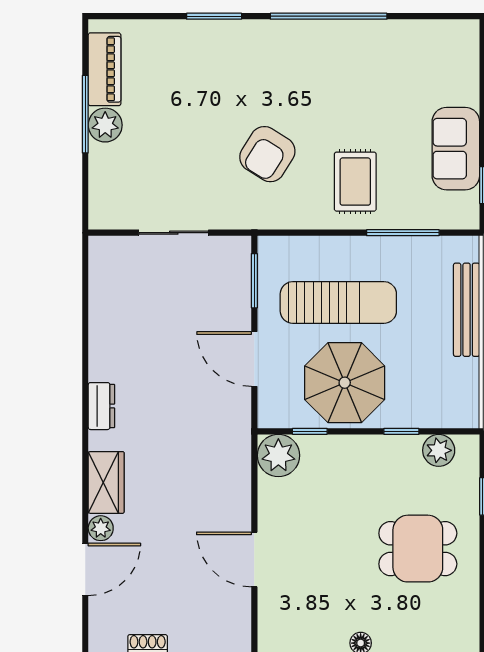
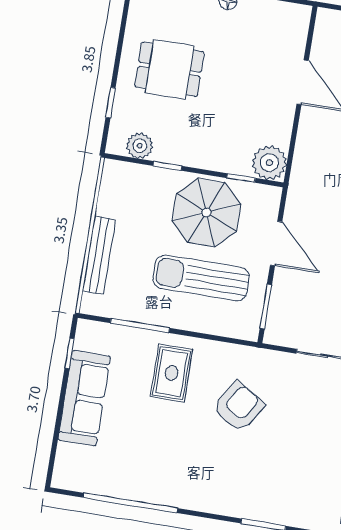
window: (329, 16) -> (130, 503), moved
sofa: (456, 149) -> (84, 398), width x1.36

